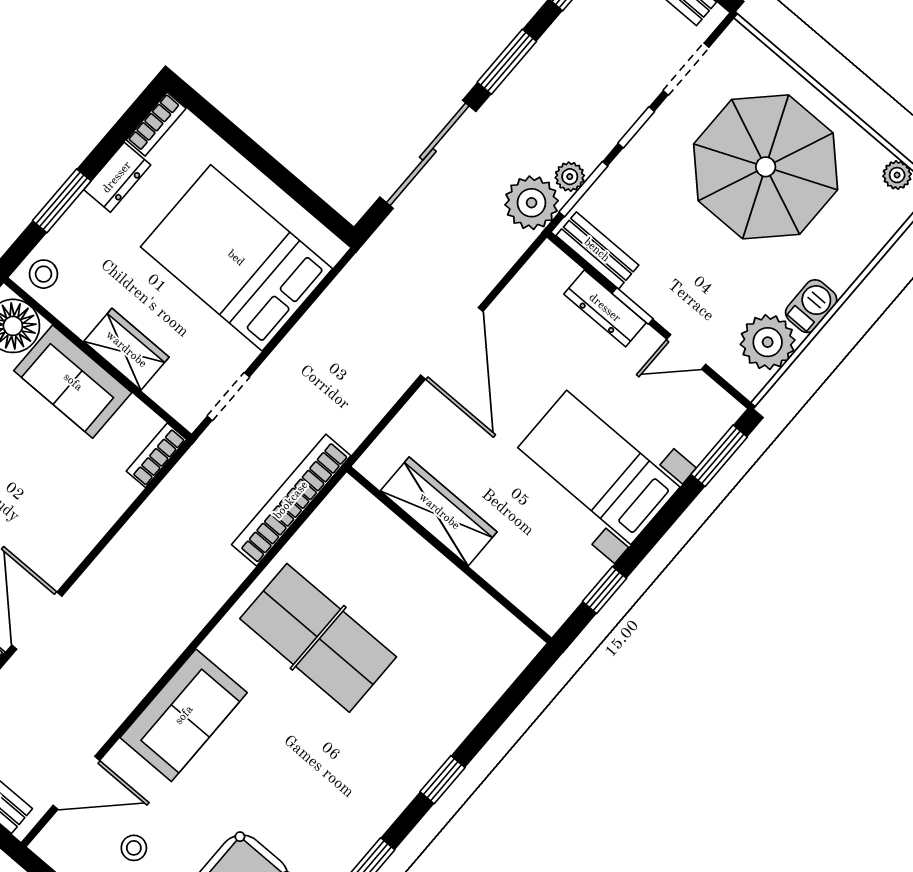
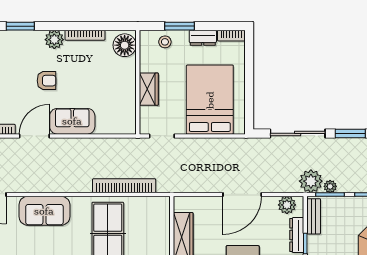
stool: (44, 274) -> (165, 42), moved
plant: (537, 281) -> (287, 205), added
sofa: (73, 382) -> (72, 121), moved, turned 90
bookcase: (156, 455) -> (122, 129), removed
bookcase: (291, 500) -> (124, 186), moved

